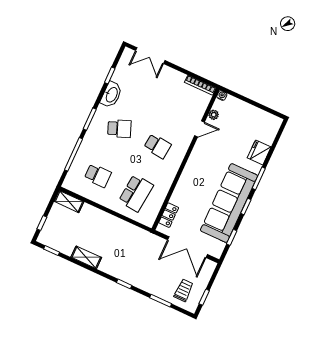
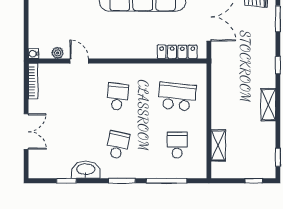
double door: (150, 56) -> (26, 131), moved
school desk: (119, 129) -> (117, 145), turned 33
shelving: (69, 202) -> (218, 145), moved
locker: (169, 215) -> (177, 52), width x1.53
shelving: (86, 257) -> (268, 105), moved

